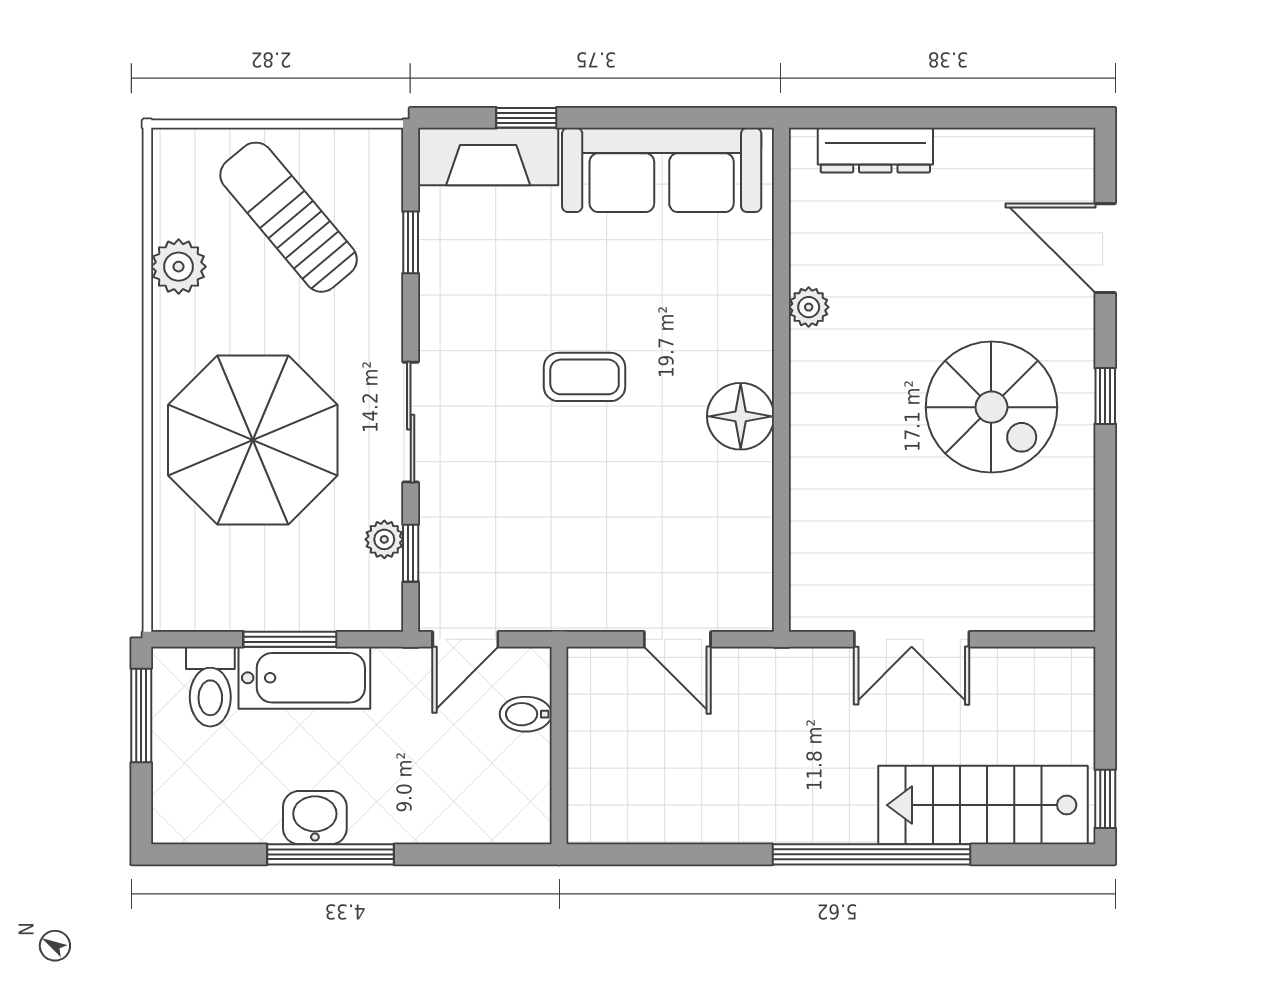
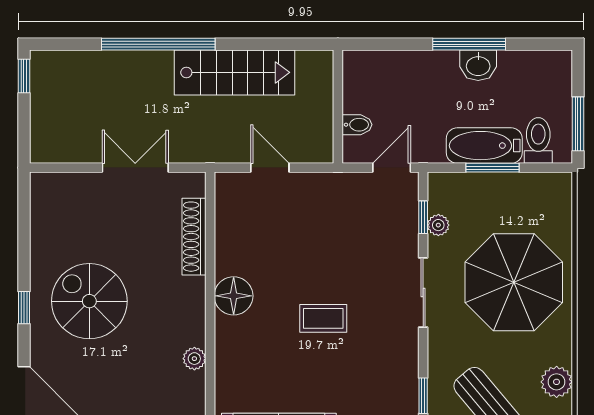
shoe rack: (809, 519) -> (194, 237), added
stairs: (983, 805) -> (234, 72), moved

